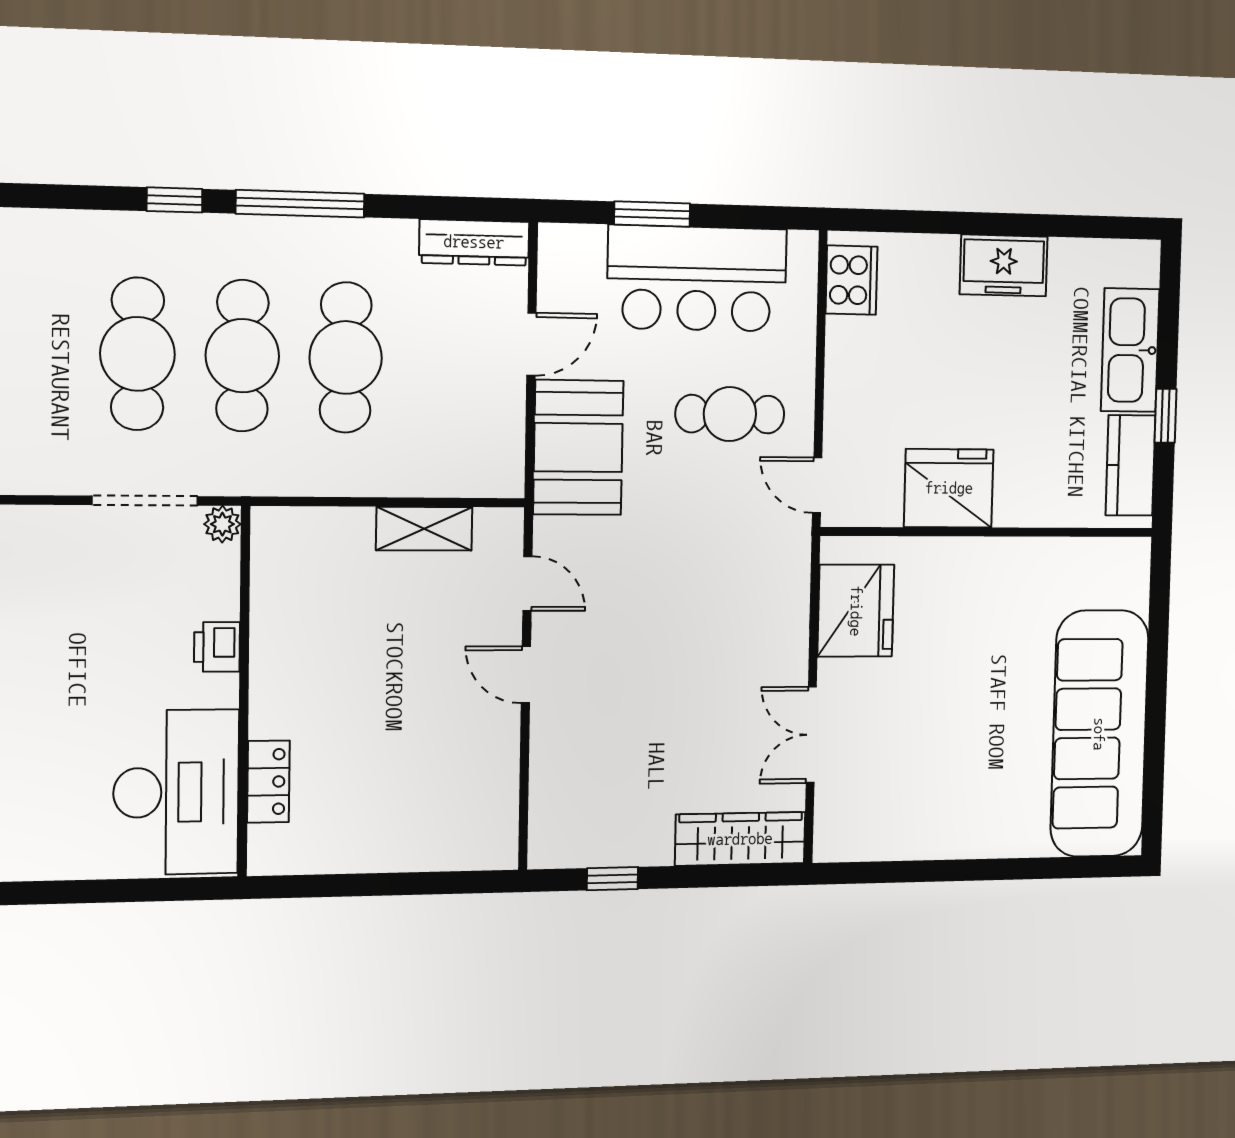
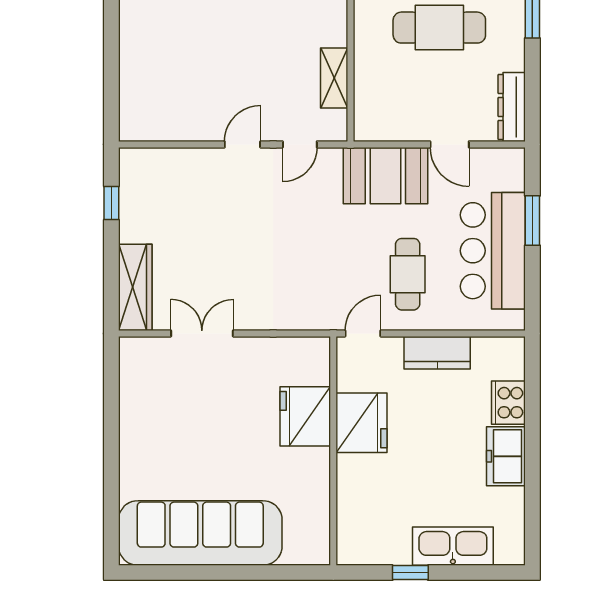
cooker: (851, 280) -> (508, 403), moved, turned 90
kitchen counter: (1131, 465) -> (437, 353), moved, turned 180
fridge: (856, 611) -> (305, 416), moved, turned 90

